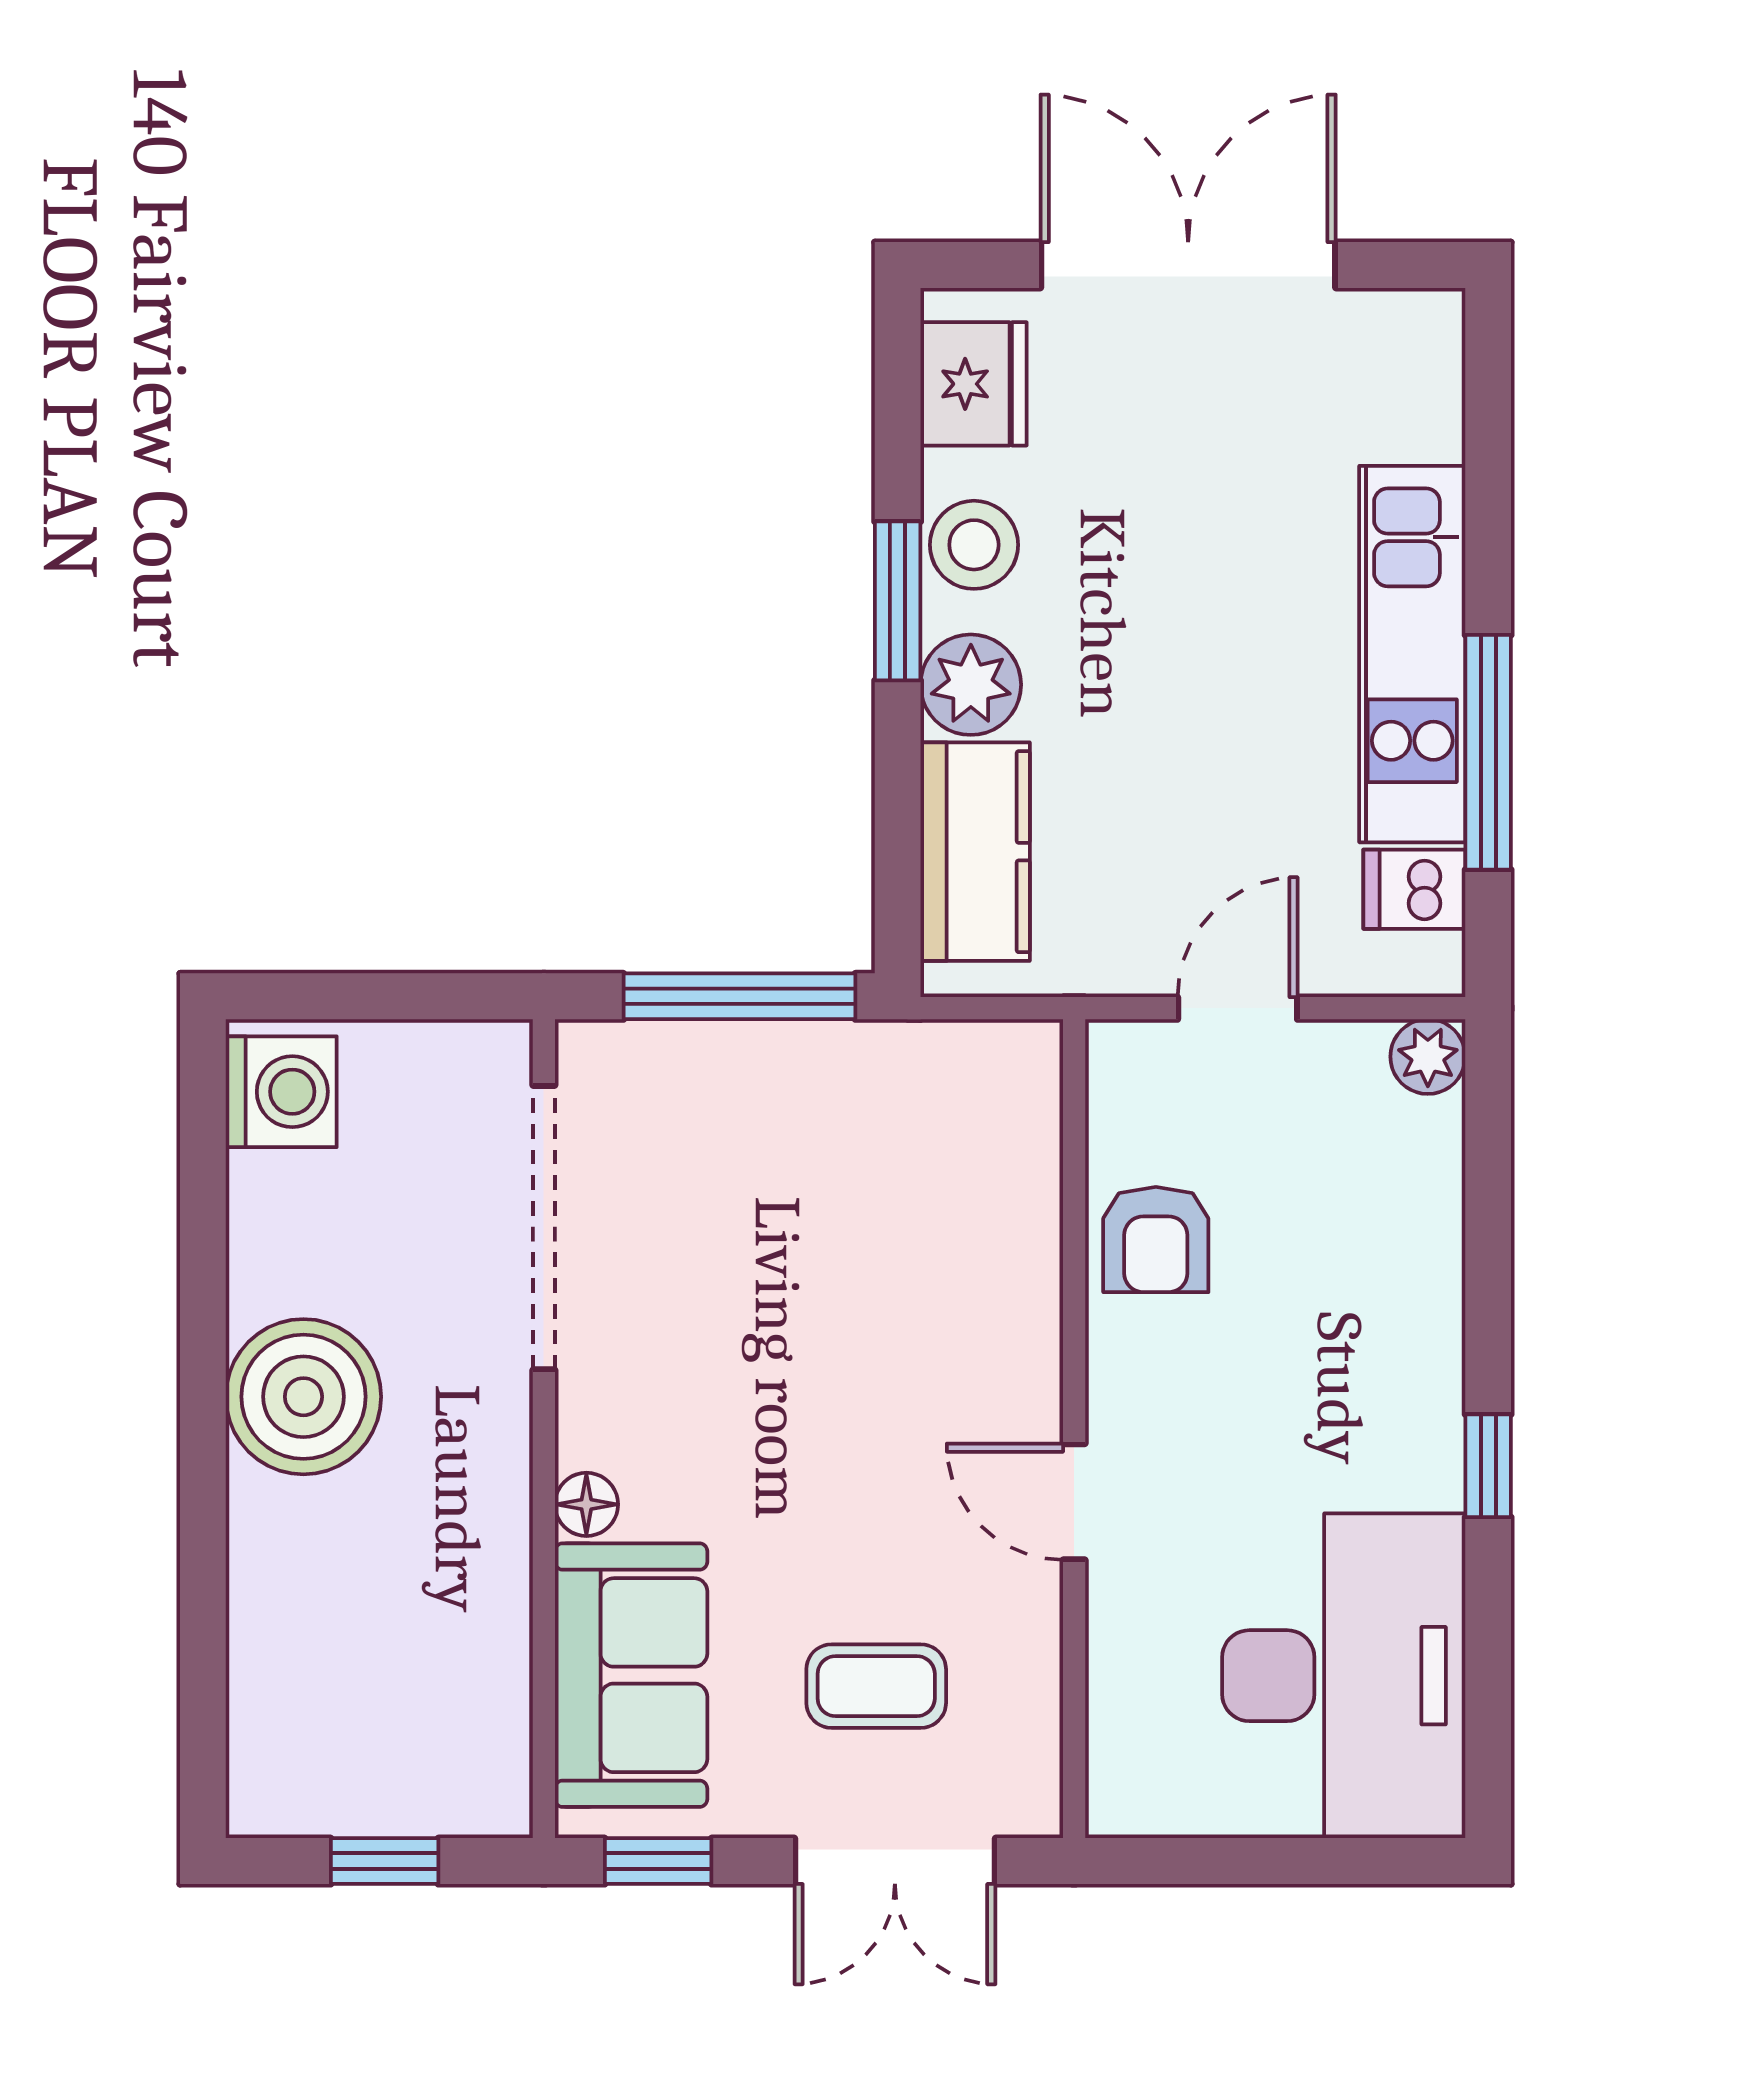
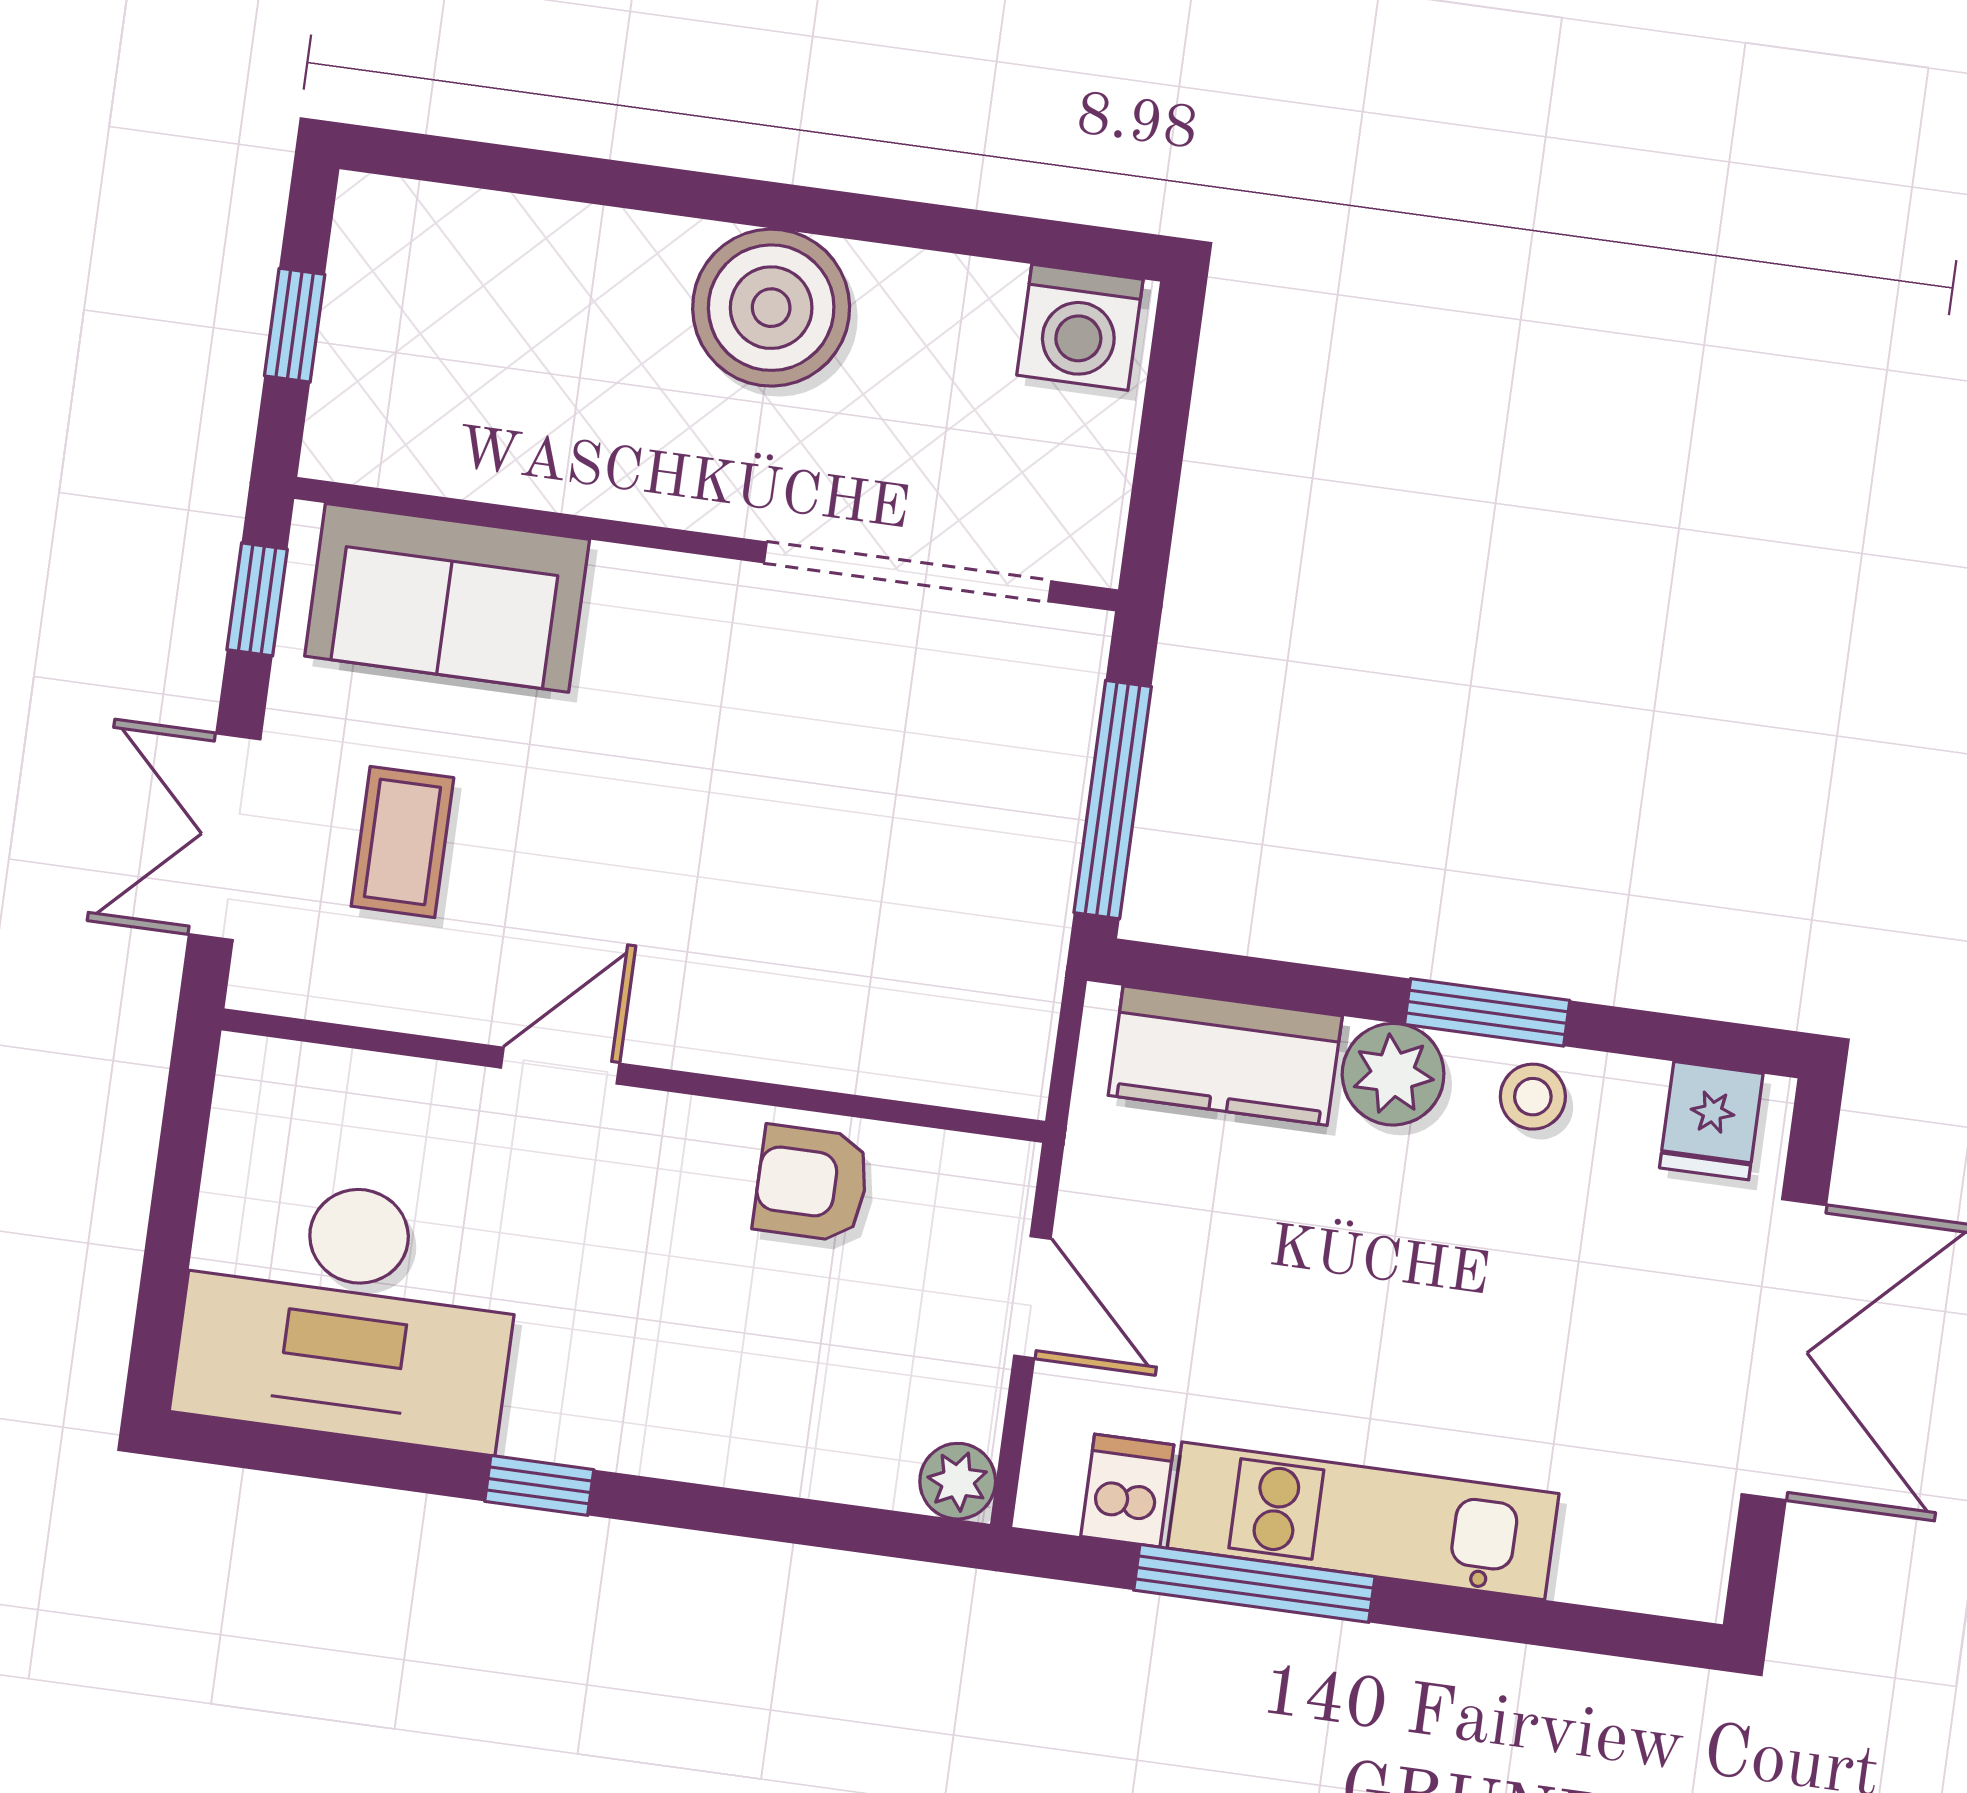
fridge: (974, 384) -> (1711, 1121), width x0.72
stool: (974, 545) -> (1533, 1097), width x0.73, depth x0.73
floor lamp: (586, 1504) -> (624, 577), removed

